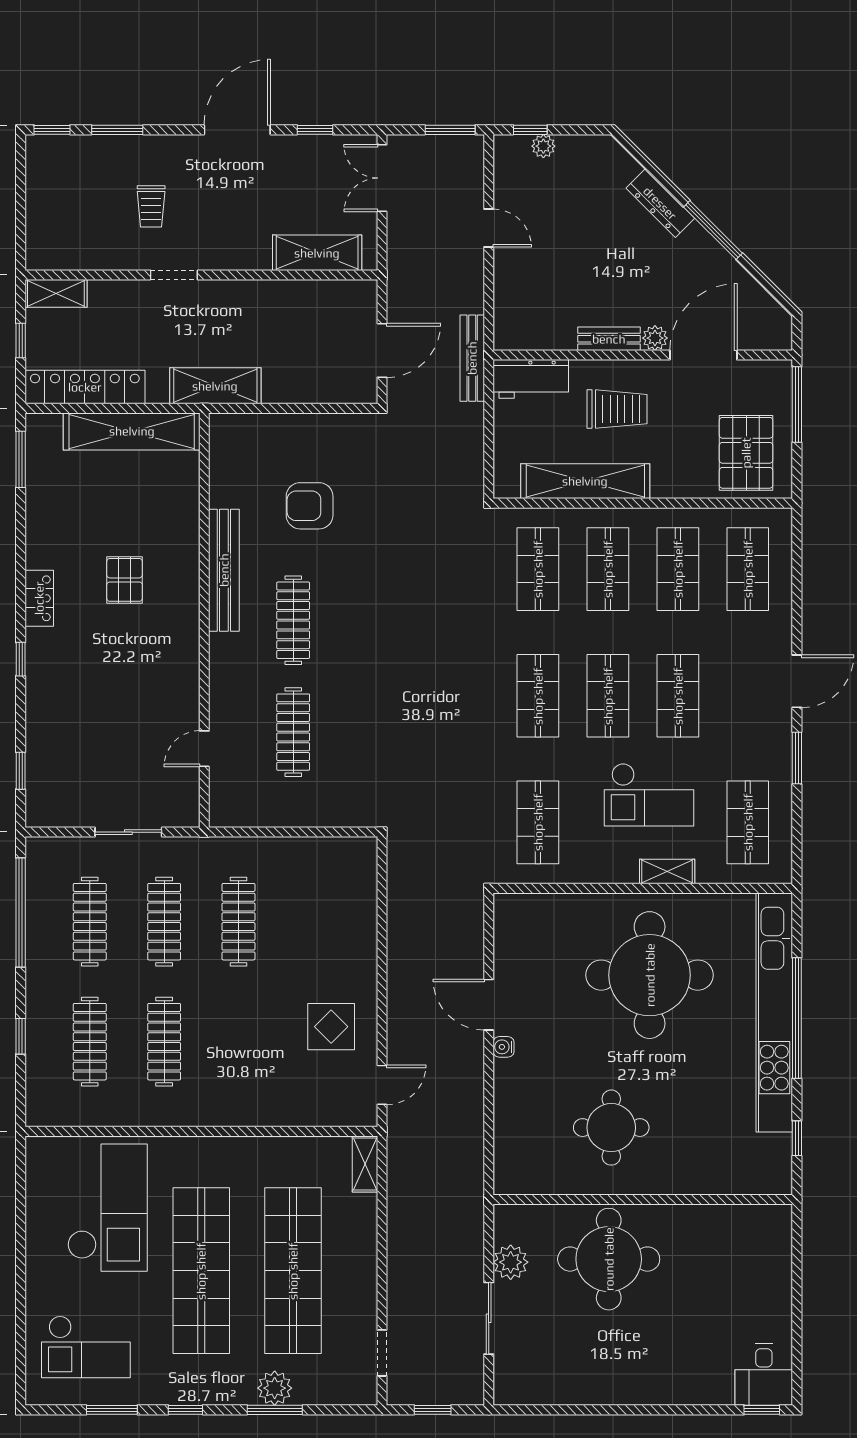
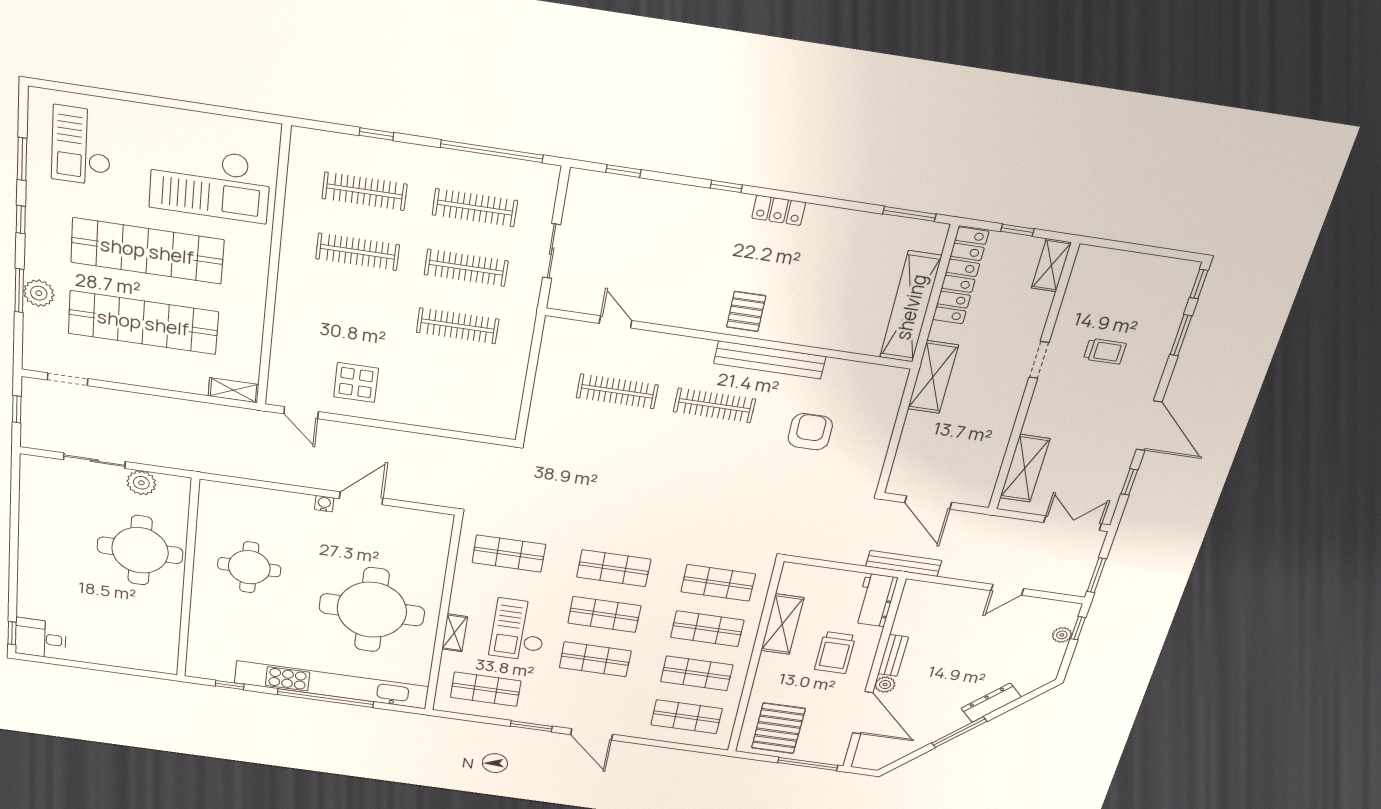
trolley: (151, 206) -> (1105, 351), turned 180
pallet: (746, 453) -> (778, 728), turned 90
shelving: (585, 481) -> (782, 624), width x0.68
pallet: (125, 580) -> (746, 311), moved, turned 90

